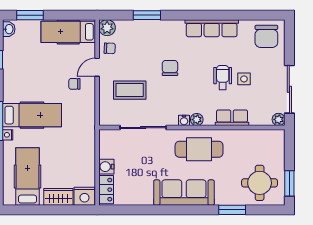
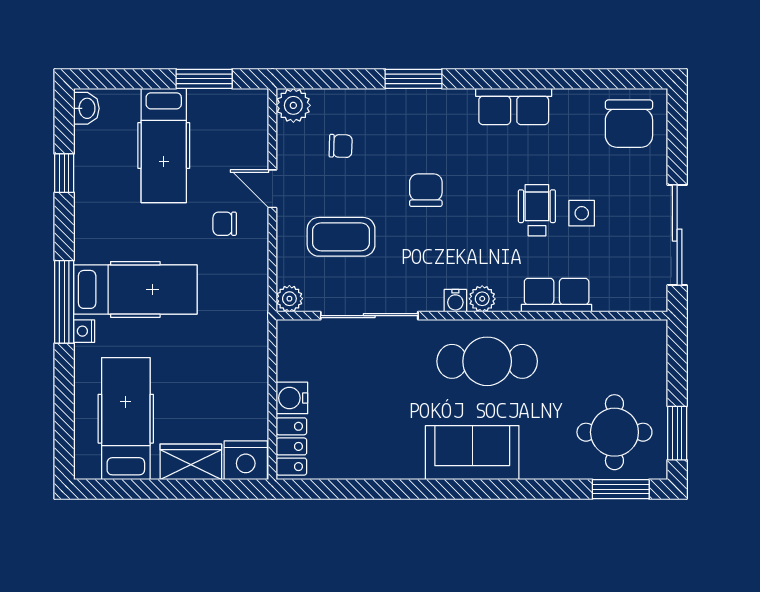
window: (30, 15) -> (204, 79), moved
window: (147, 15) -> (414, 79), moved
row of seats: (212, 28) -> (514, 106), width x0.68
hospital bed: (68, 32) -> (164, 145), moved, turned -90
chair: (110, 48) -> (341, 146), moved
door: (97, 67) -> (272, 189), hinge flipped
plant: (279, 119) -> (289, 299), moved
sofa: (184, 193) -> (472, 453), width x0.73
window: (232, 210) -> (621, 489), moved

